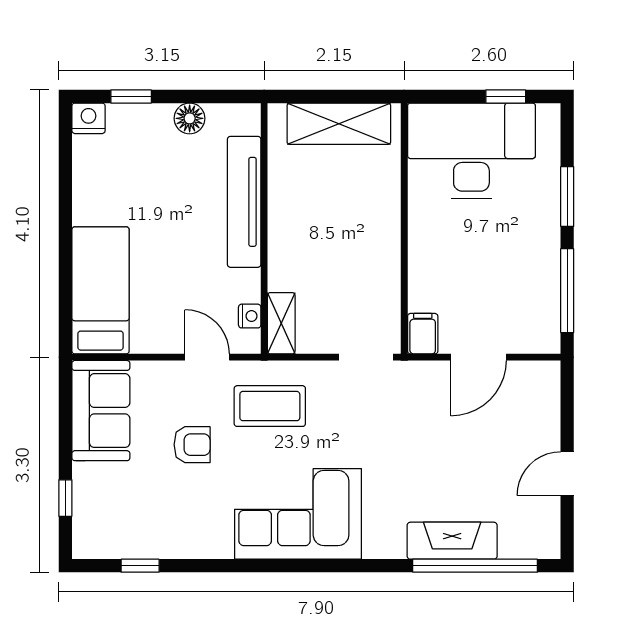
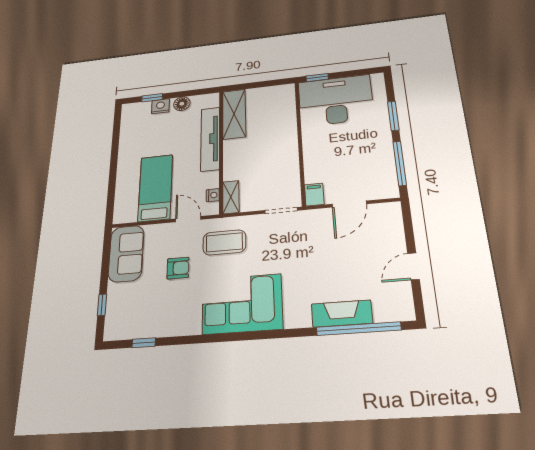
window: (506, 97) -> (317, 78), moved
nightstand: (88, 118) -> (160, 106), moved
shelving: (339, 124) -> (234, 114), moved, turned 90
bed: (100, 290) -> (155, 188), moved

